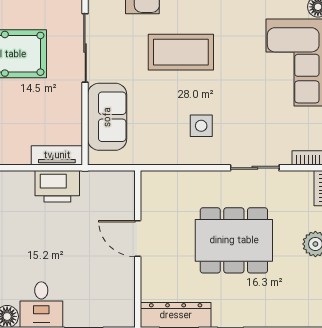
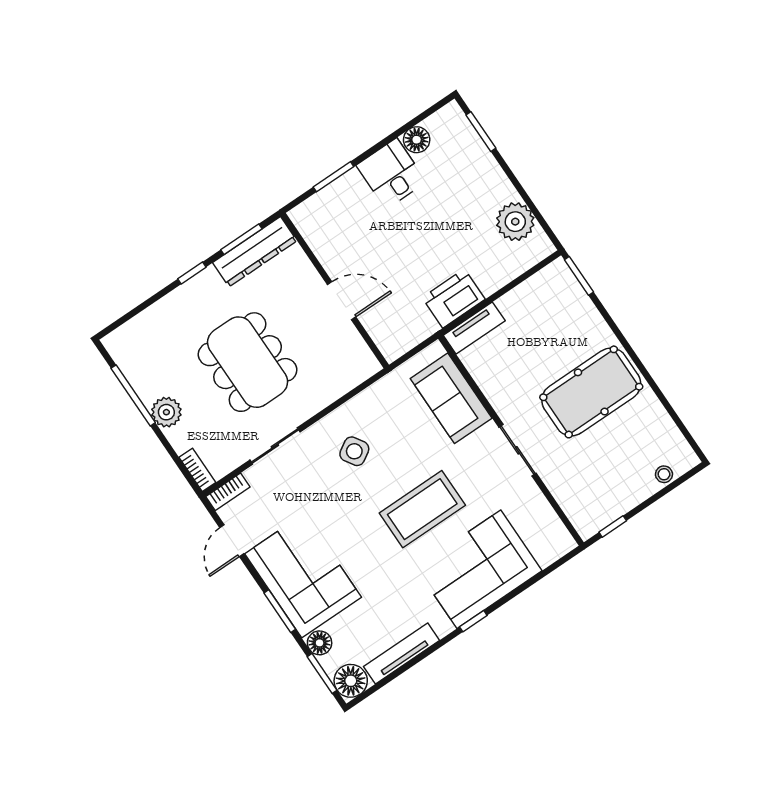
sliding door: (85, 48) -> (518, 450), width x0.73
side table: (201, 126) -> (354, 451), turned -32
dining table: (234, 240) -> (248, 362), turned 90

